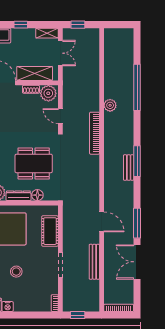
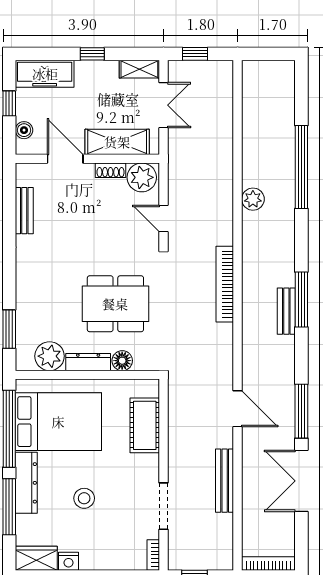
bookcase: (94, 133) -> (225, 284), moved
doorway: (60, 265) -> (164, 506), moved

